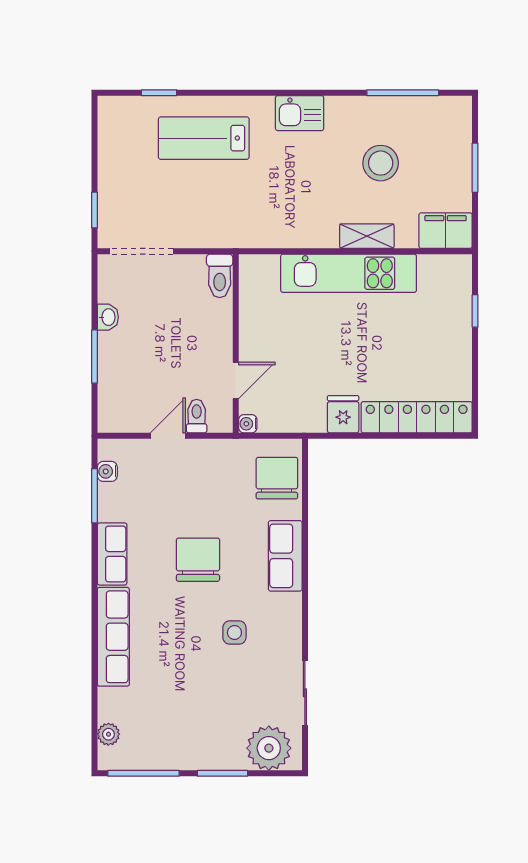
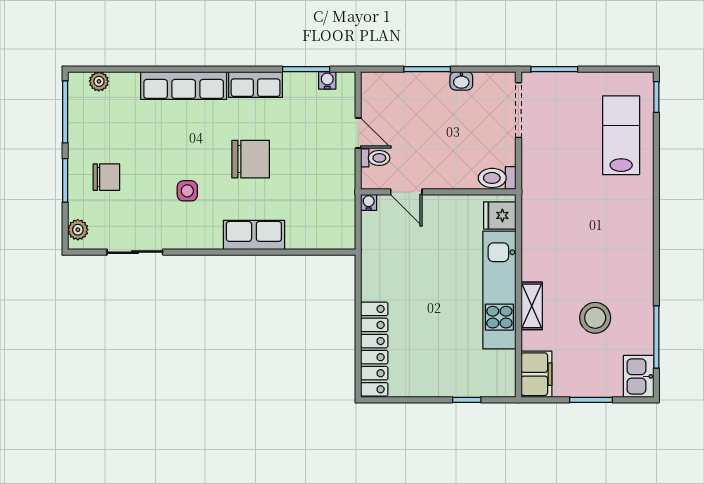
window: (159, 93) -> (656, 97), moved
kitchen sink: (300, 113) -> (639, 376), moved
lab bench: (204, 138) -> (621, 135), moved
window: (94, 210) -> (554, 69), width x1.50
fridge: (343, 414) -> (500, 215), moved, turned 180
chair: (277, 478) -> (106, 177), moved, width x0.73, depth x0.73
plant: (269, 748) -> (78, 230), width x0.53, depth x0.53

